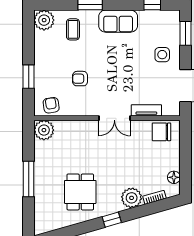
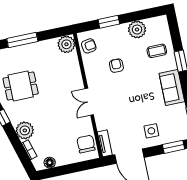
plant: (44, 20) -> (137, 30), moved
tv unit: (146, 110) -> (105, 143), moved

